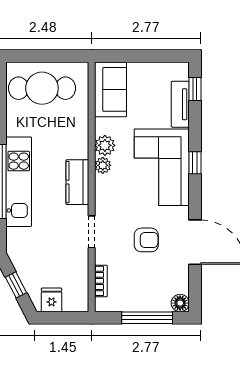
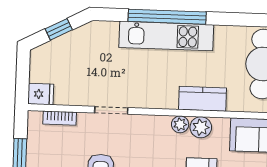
kitchen counter: (77, 182) -> (203, 99), moved
fridge: (52, 300) -> (41, 94), moved

